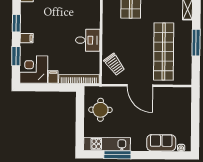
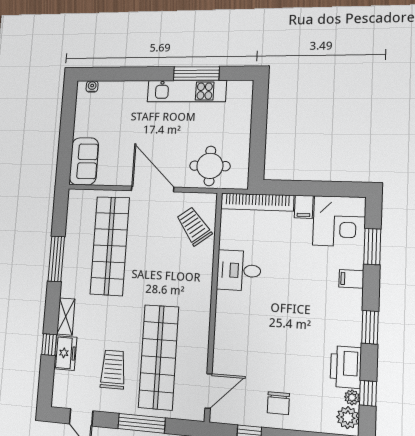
window: (16, 23) -> (370, 327), moved
round table: (100, 110) -> (210, 166), moved
sofa: (161, 143) -> (84, 161), moved, turned -90
kitchen unit: (107, 144) -> (187, 91), moved

